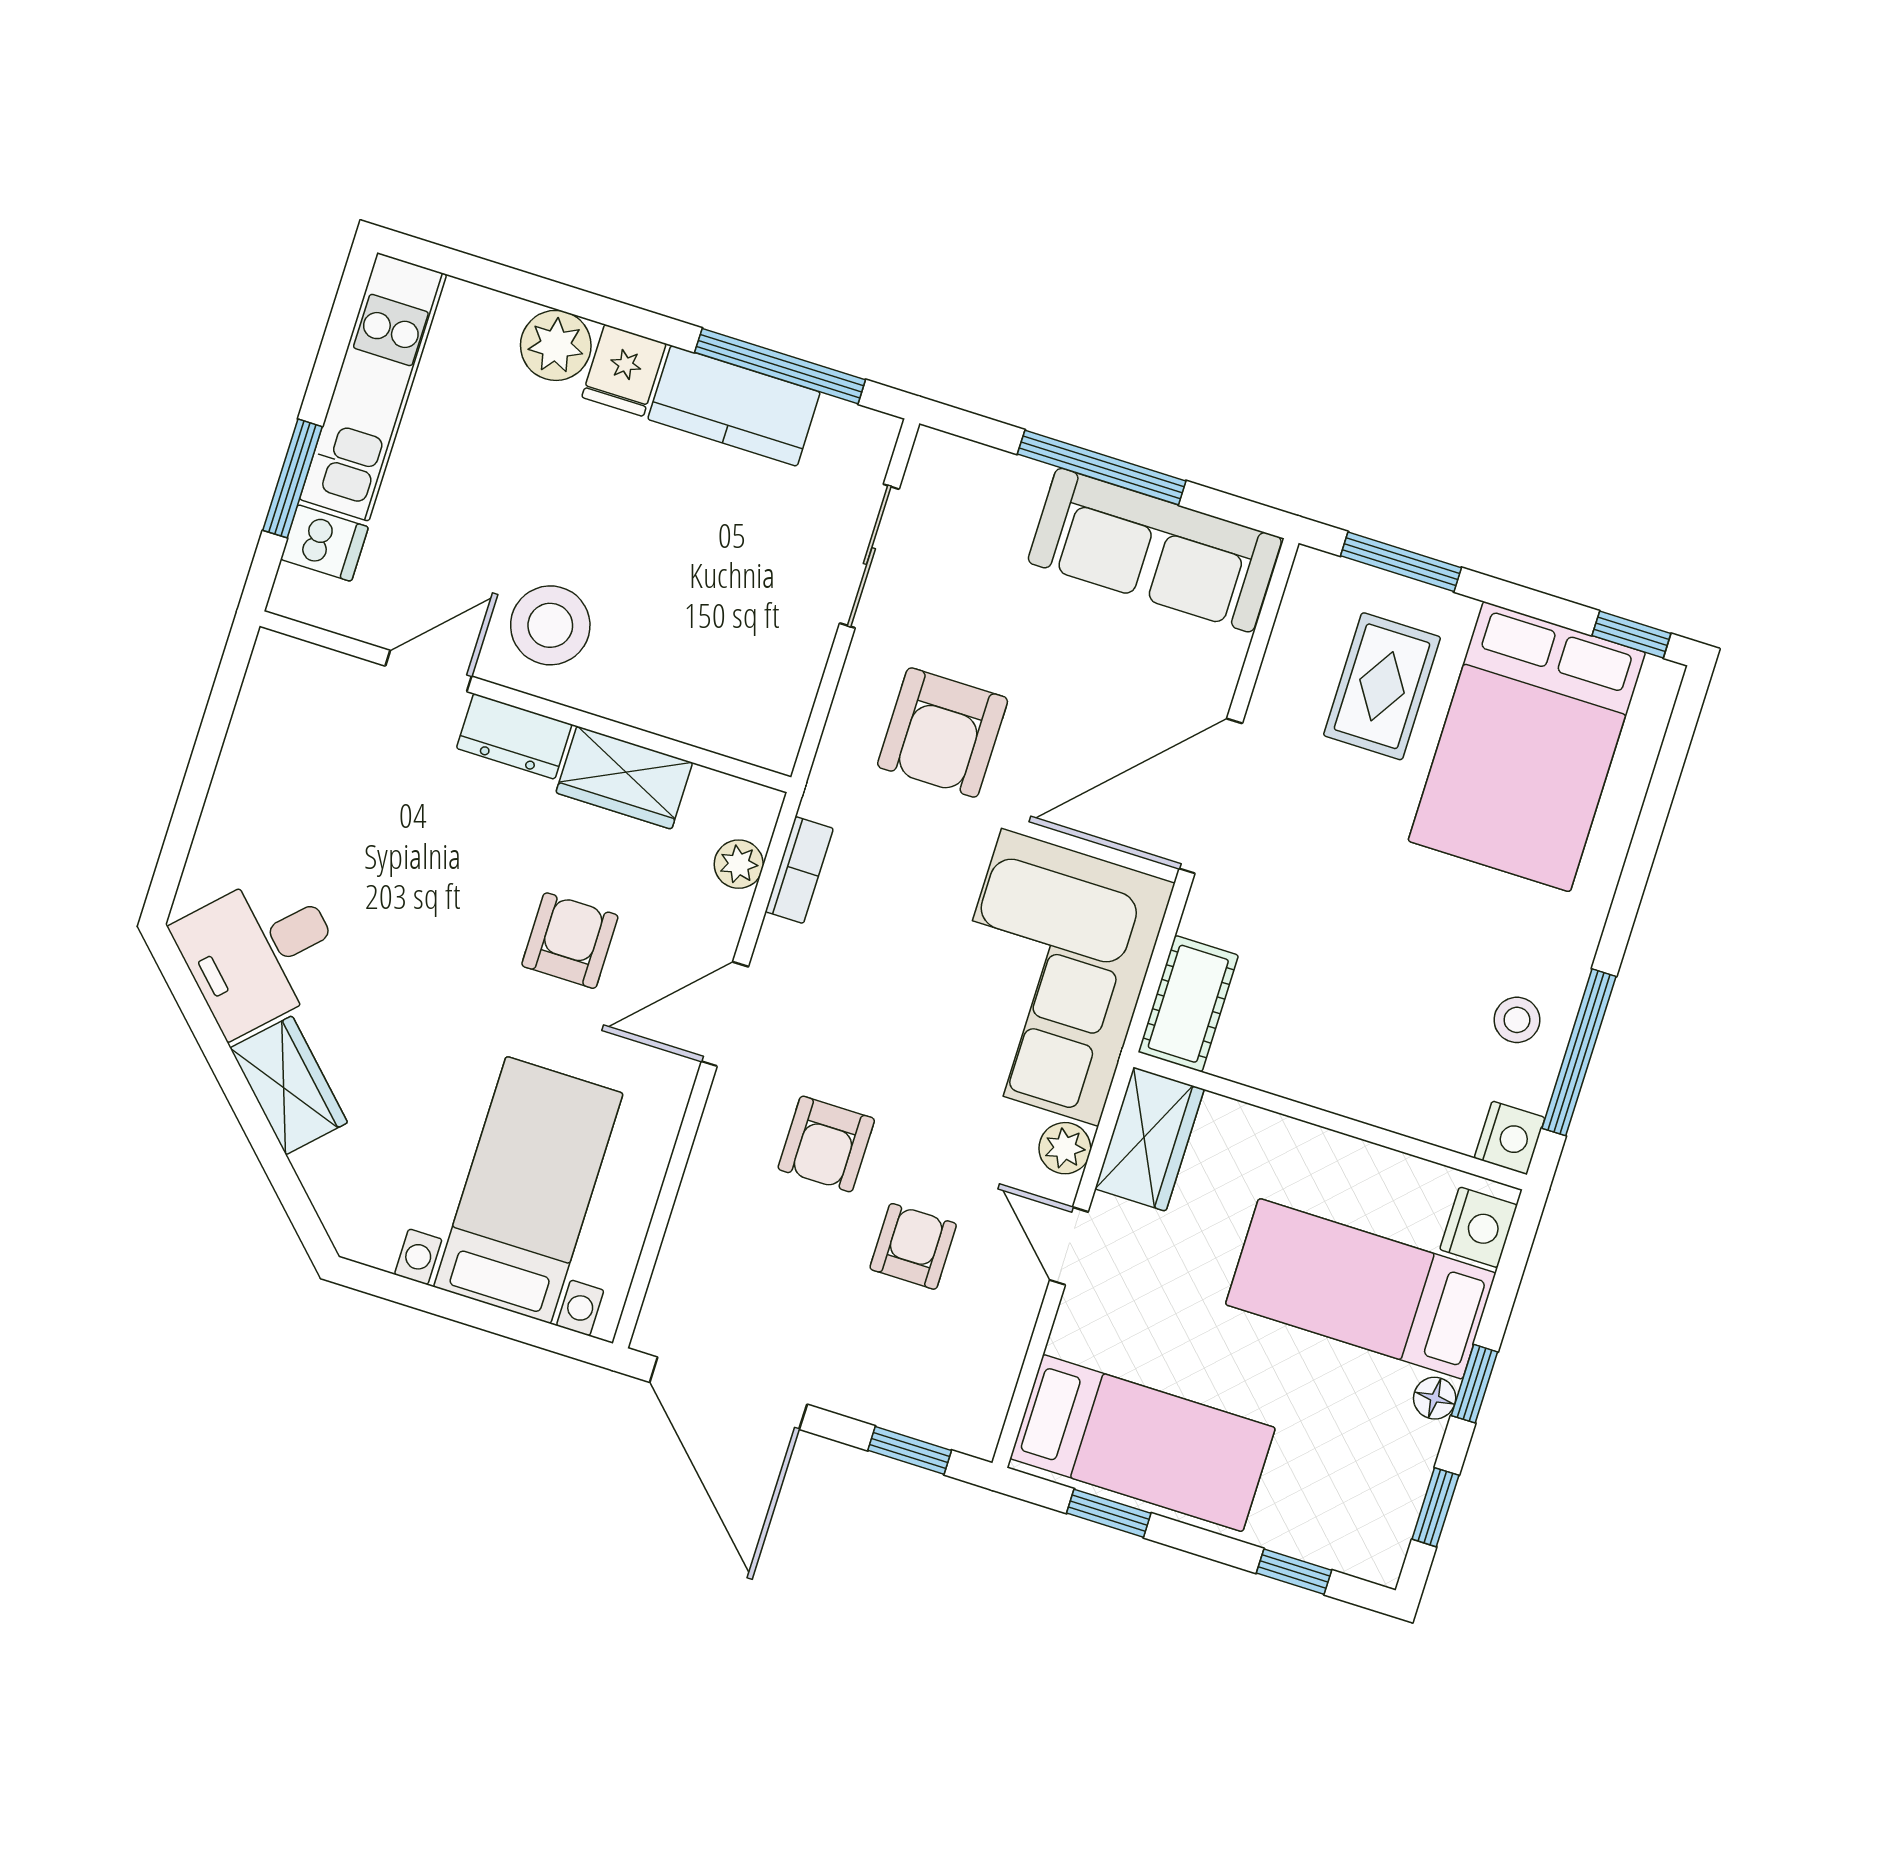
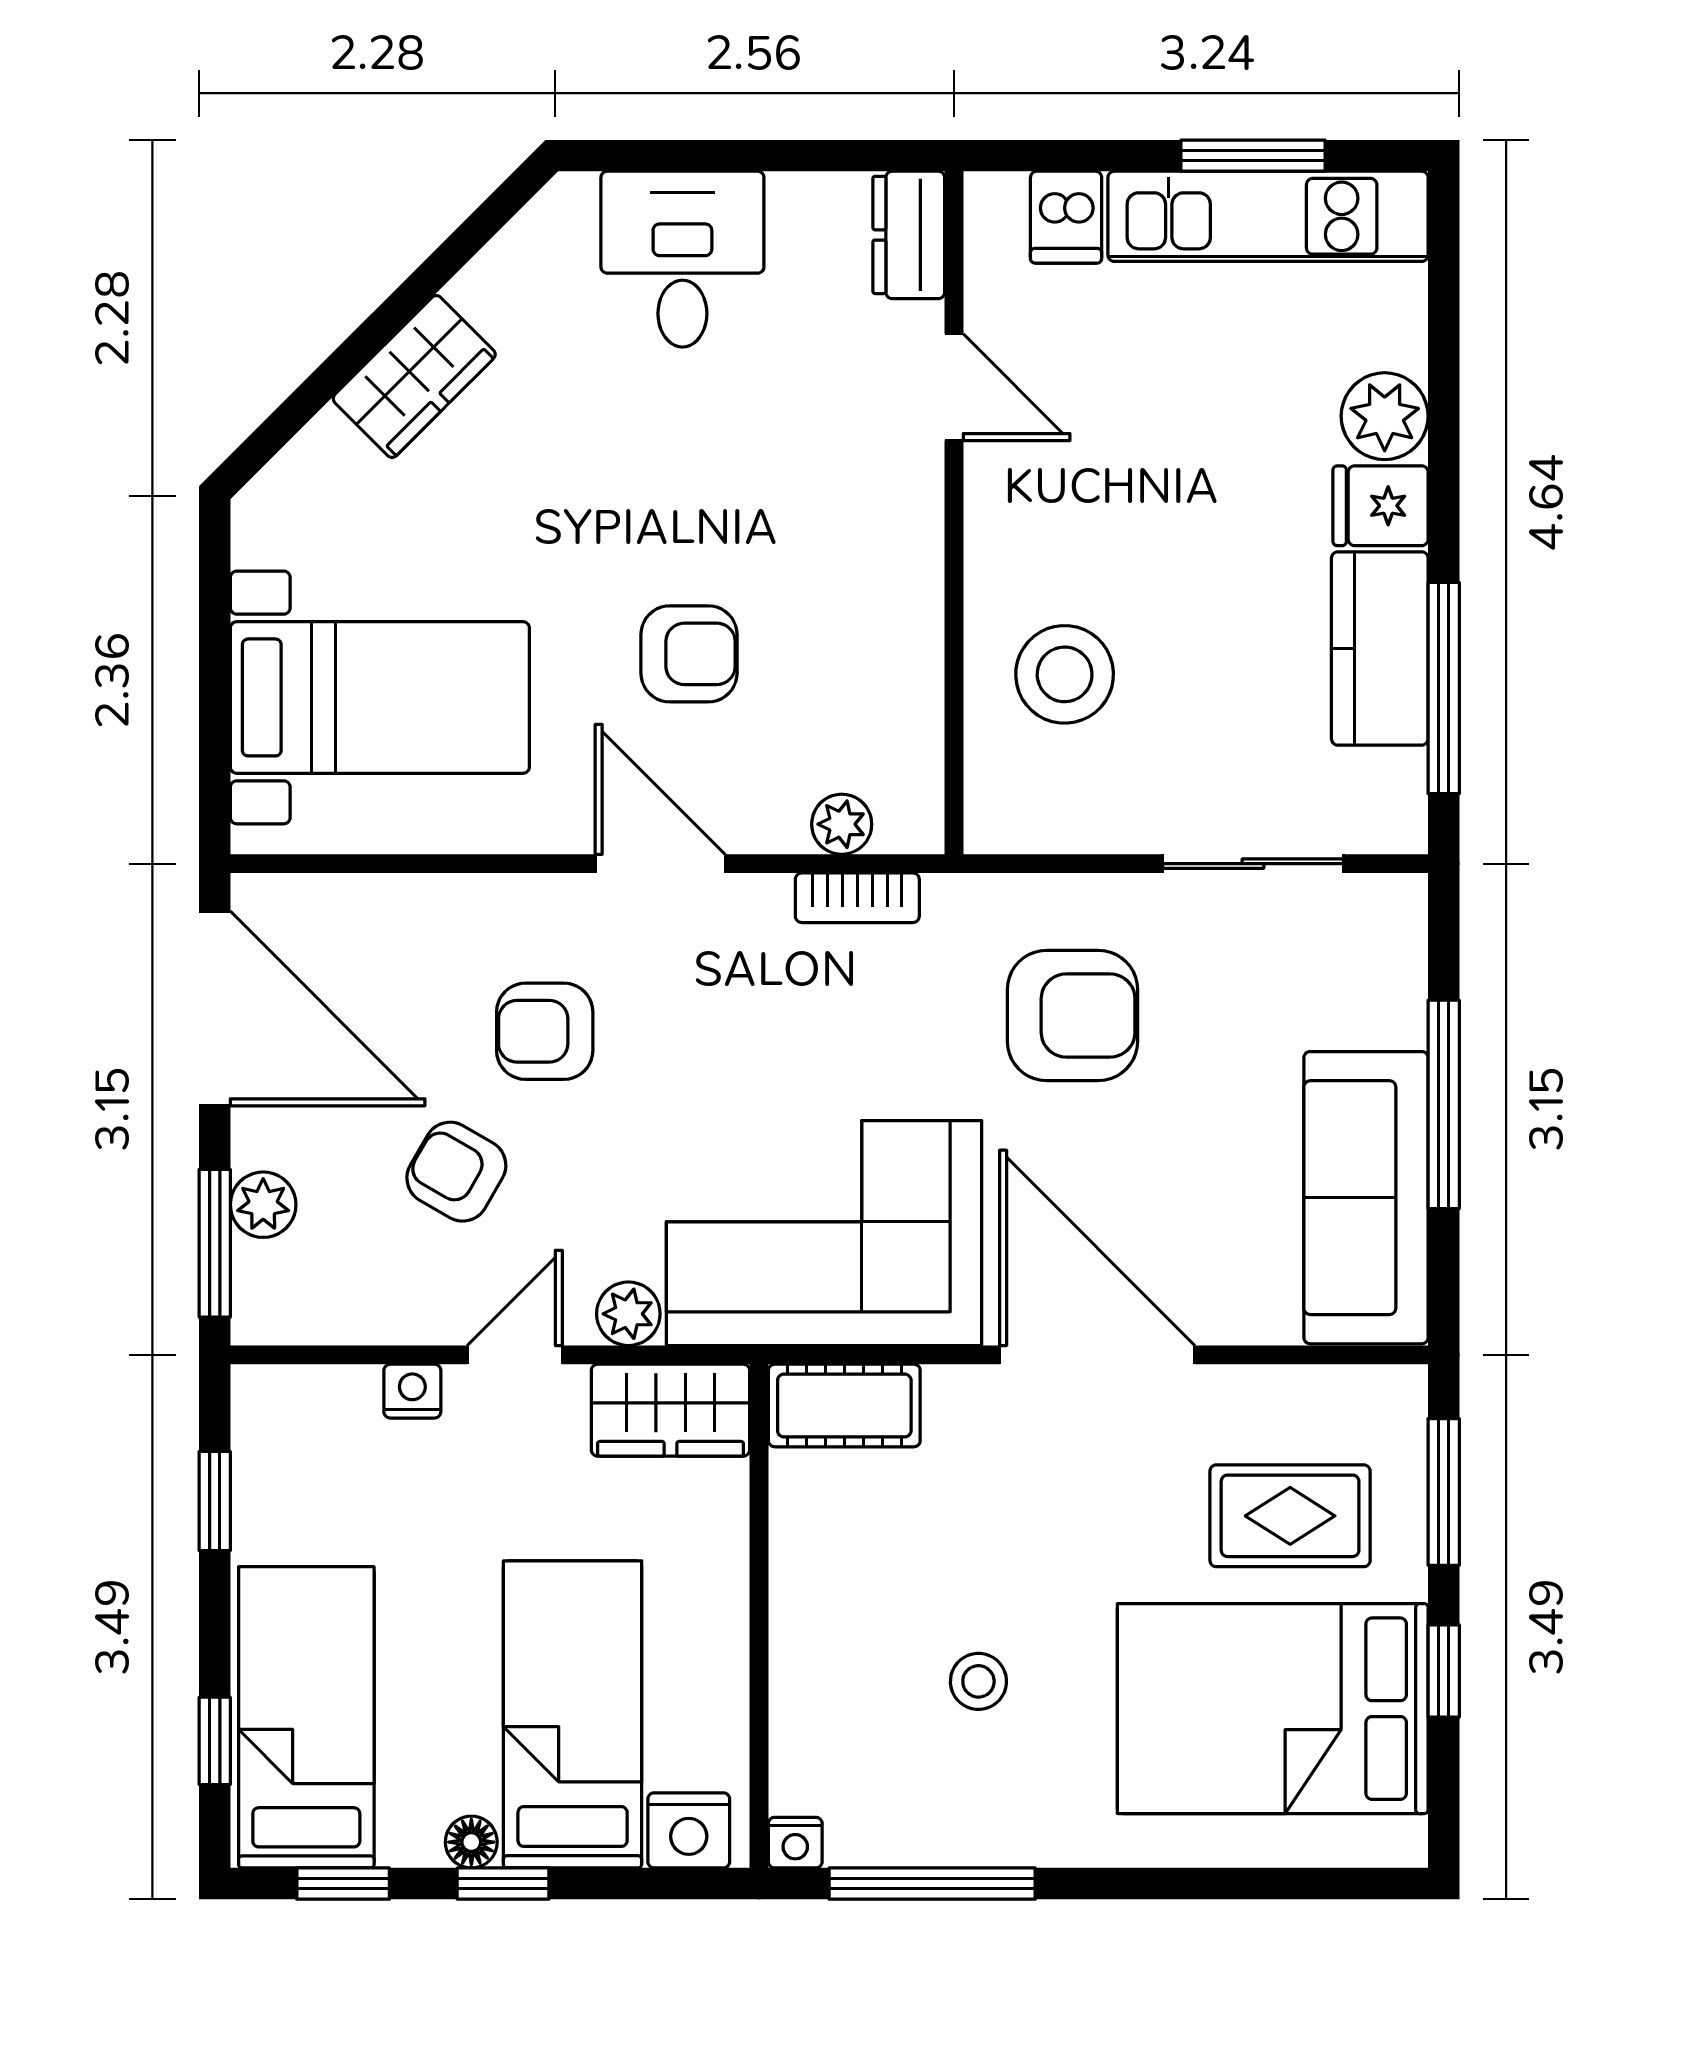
window: (293, 478) -> (1253, 156), moved
stool: (550, 625) -> (1065, 674), moved
window: (1631, 634) -> (1444, 1671), moved
armchair: (943, 732) -> (1072, 1015), turned 180
dresser: (514, 736) -> (909, 235), moved
wardrobe: (624, 778) -> (901, 657), removed
desk: (260, 952) -> (682, 259), moved, turned 45
stool: (1517, 1020) -> (978, 1681), moved
nightstand: (1510, 1138) -> (795, 1843), width x0.72, depth x0.74
armchair: (913, 1246) -> (456, 1172), turned -150
nightstand: (1072, 1334) -> (412, 1391), added
door: (728, 1393) -> (215, 1009), swing flipped
plant: (892, 1404) -> (263, 1205), added
bed: (1143, 1443) -> (306, 1717), moved, turned 180
window: (910, 1450) -> (215, 1243), width x1.50

